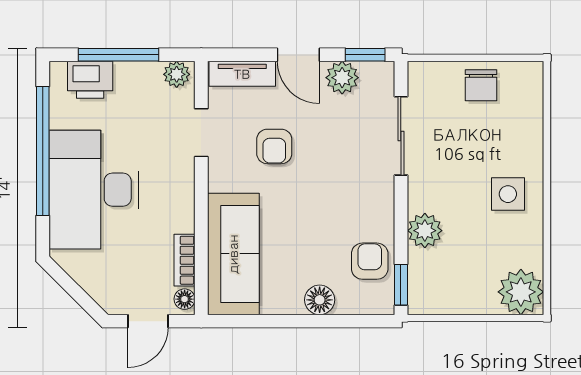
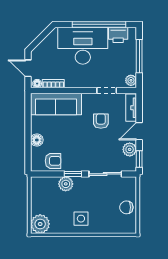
printer: (90, 80) -> (118, 35), moved, turned -90
armchair: (274, 146) -> (101, 121), turned 90
window: (401, 285) -> (73, 174), moved

